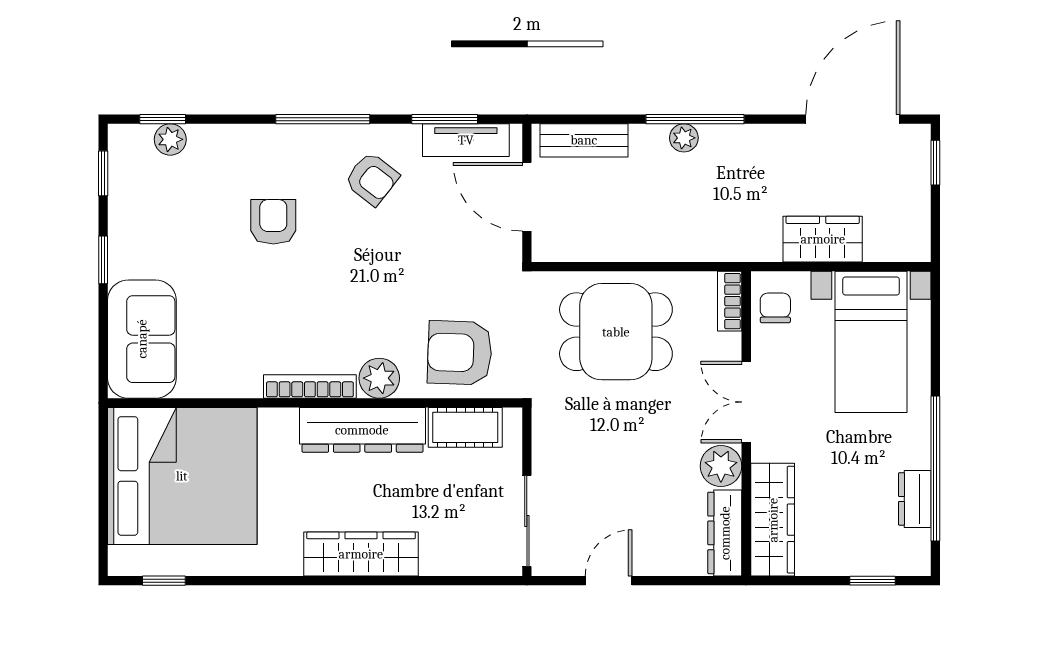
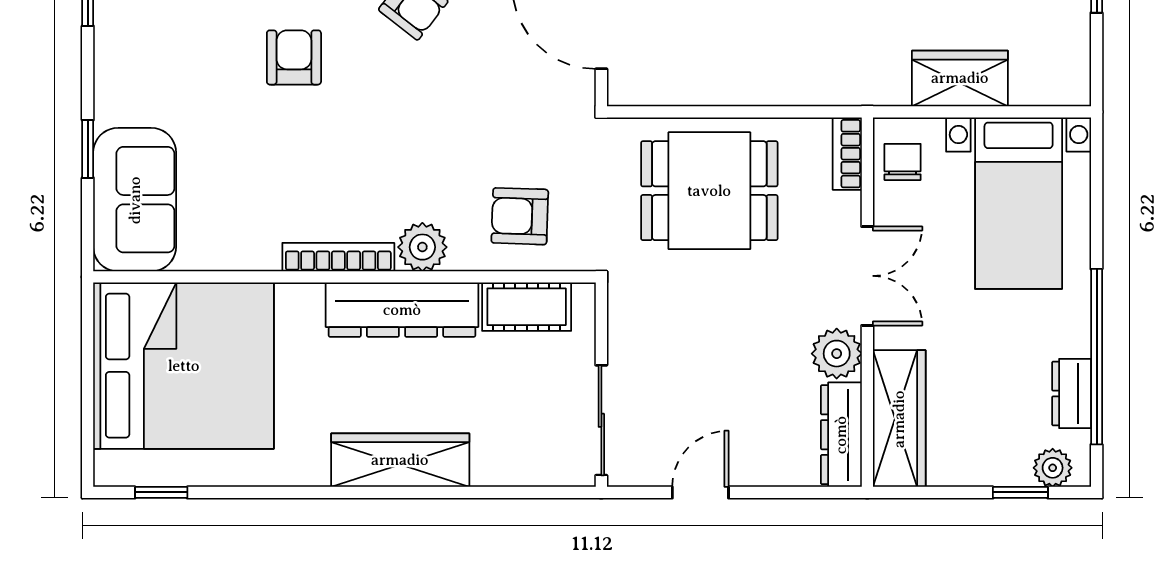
window: (103, 260) -> (88, 149), moved
armchair: (460, 353) -> (520, 216), width x0.72, depth x0.72
double door: (746, 402) -> (867, 276), swing flipped
plant: (899, 560) -> (1053, 468), added

